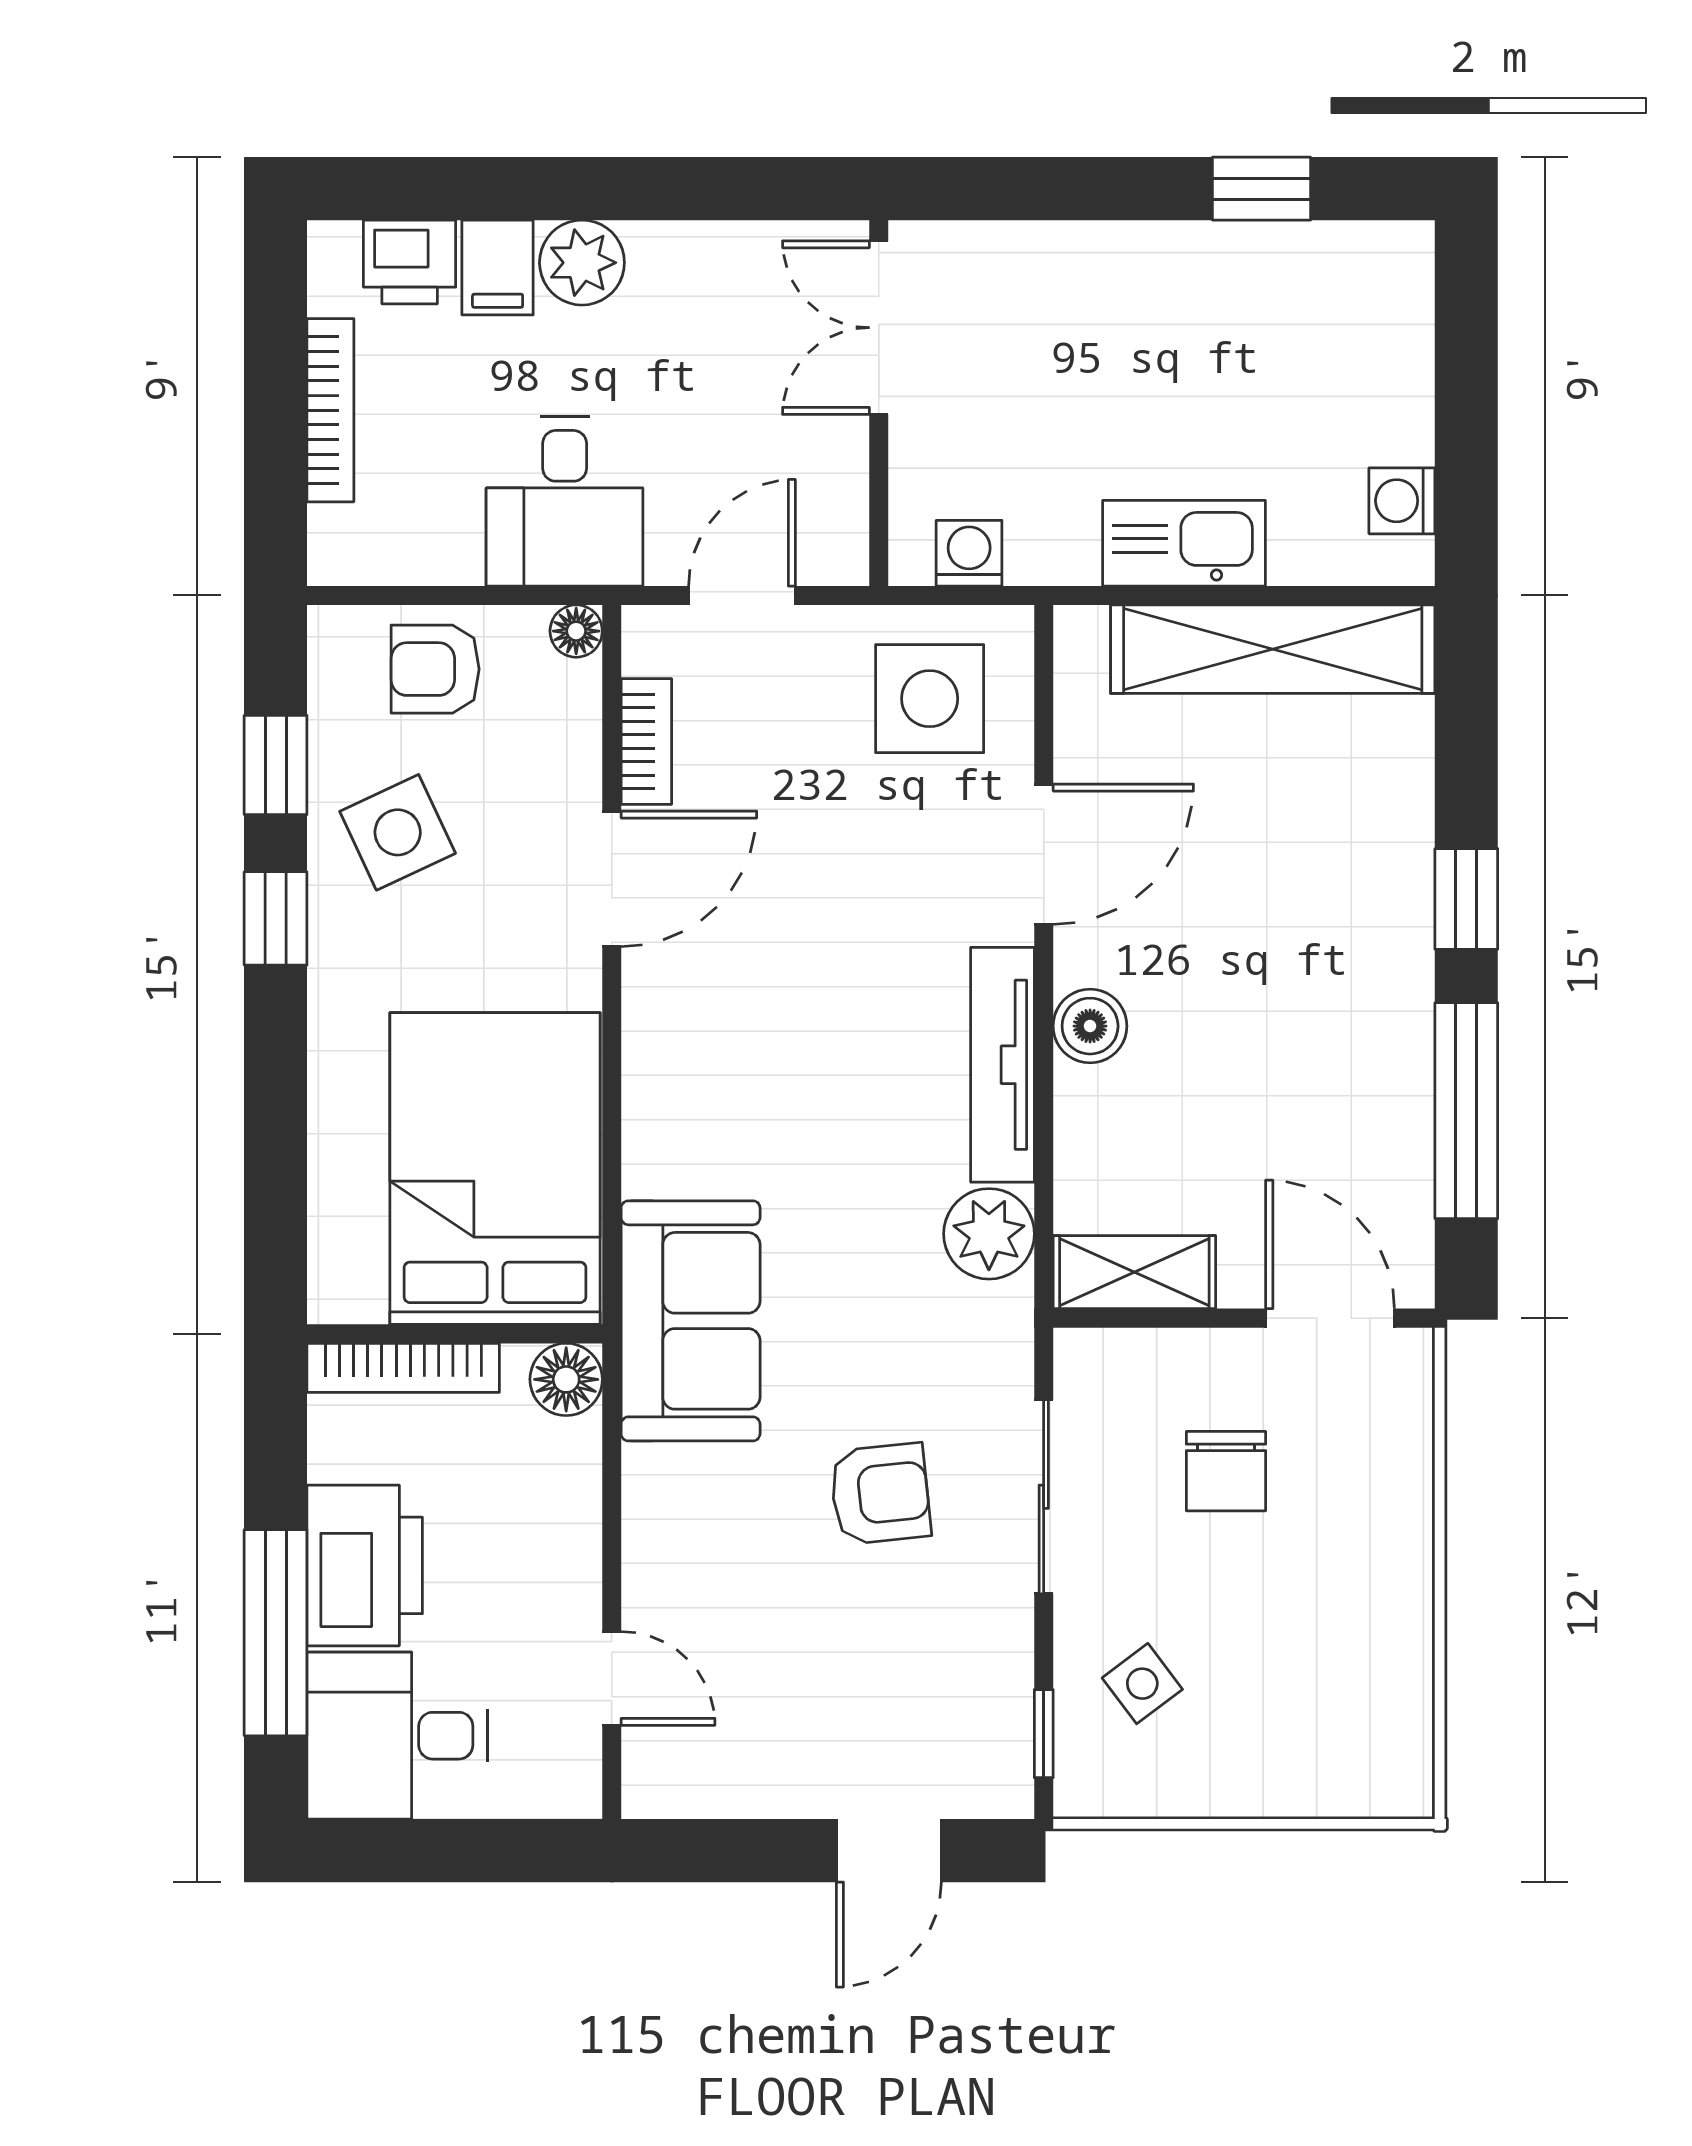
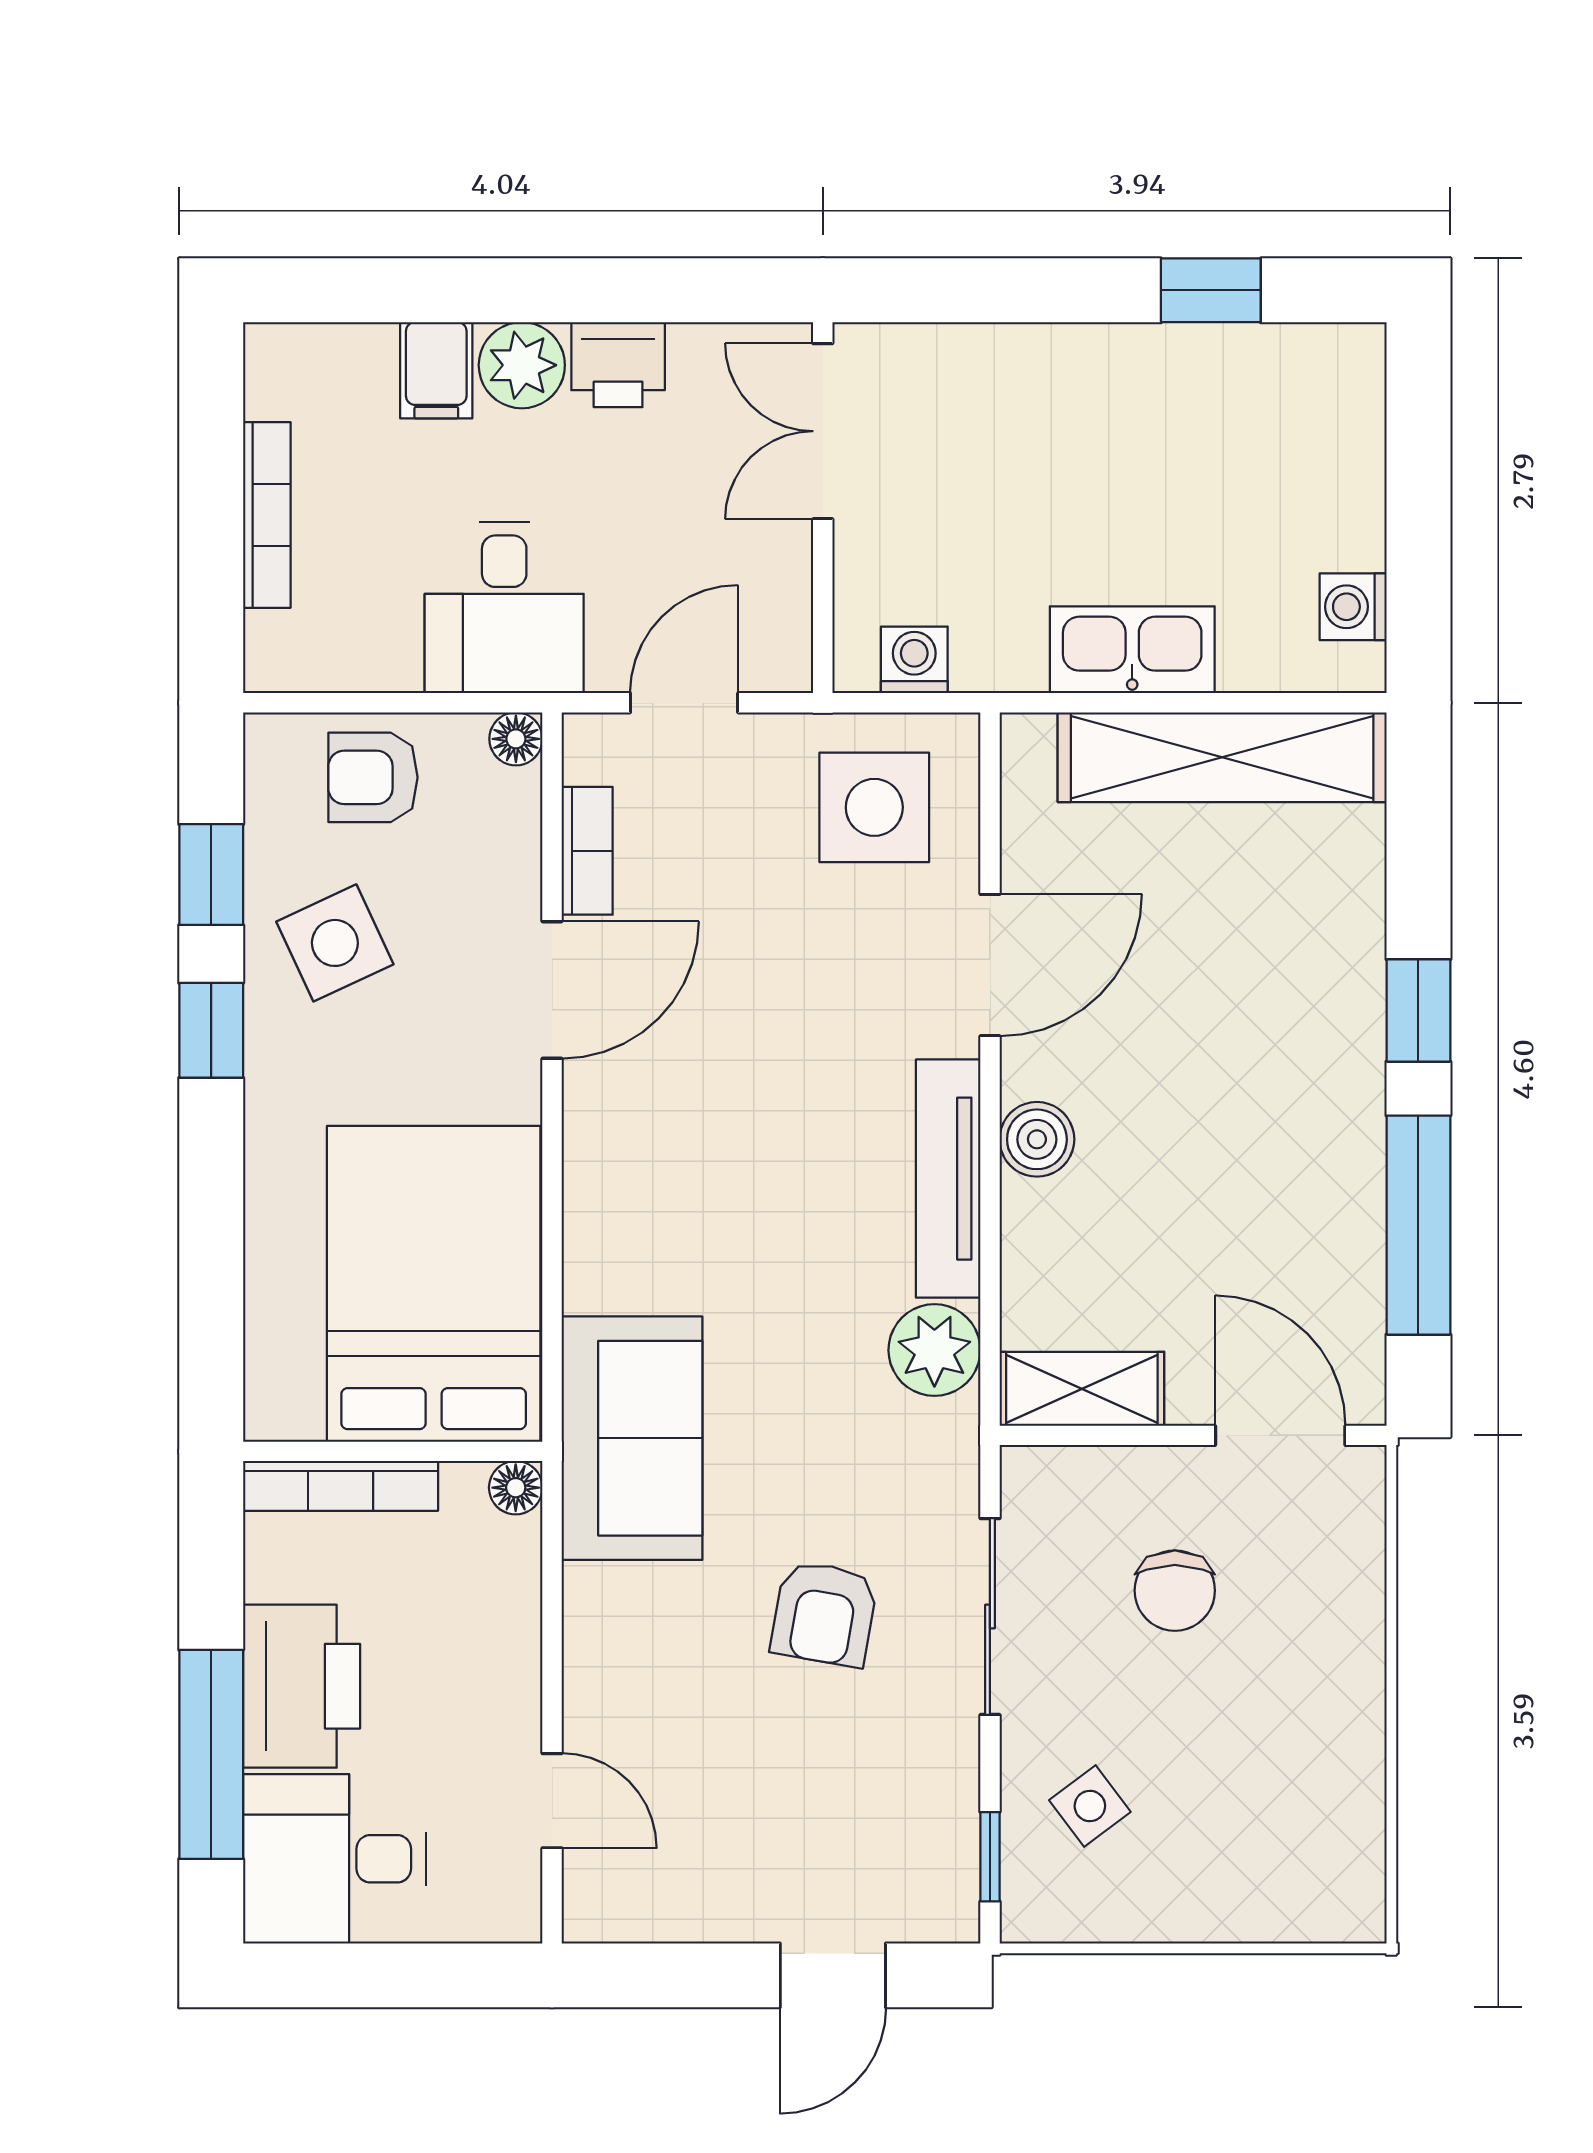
printer: (410, 262) -> (618, 365), moved
floor lamp: (566, 1379) -> (516, 1488), width x0.73, depth x0.73
armchair: (880, 1494) -> (824, 1614), turned 106

